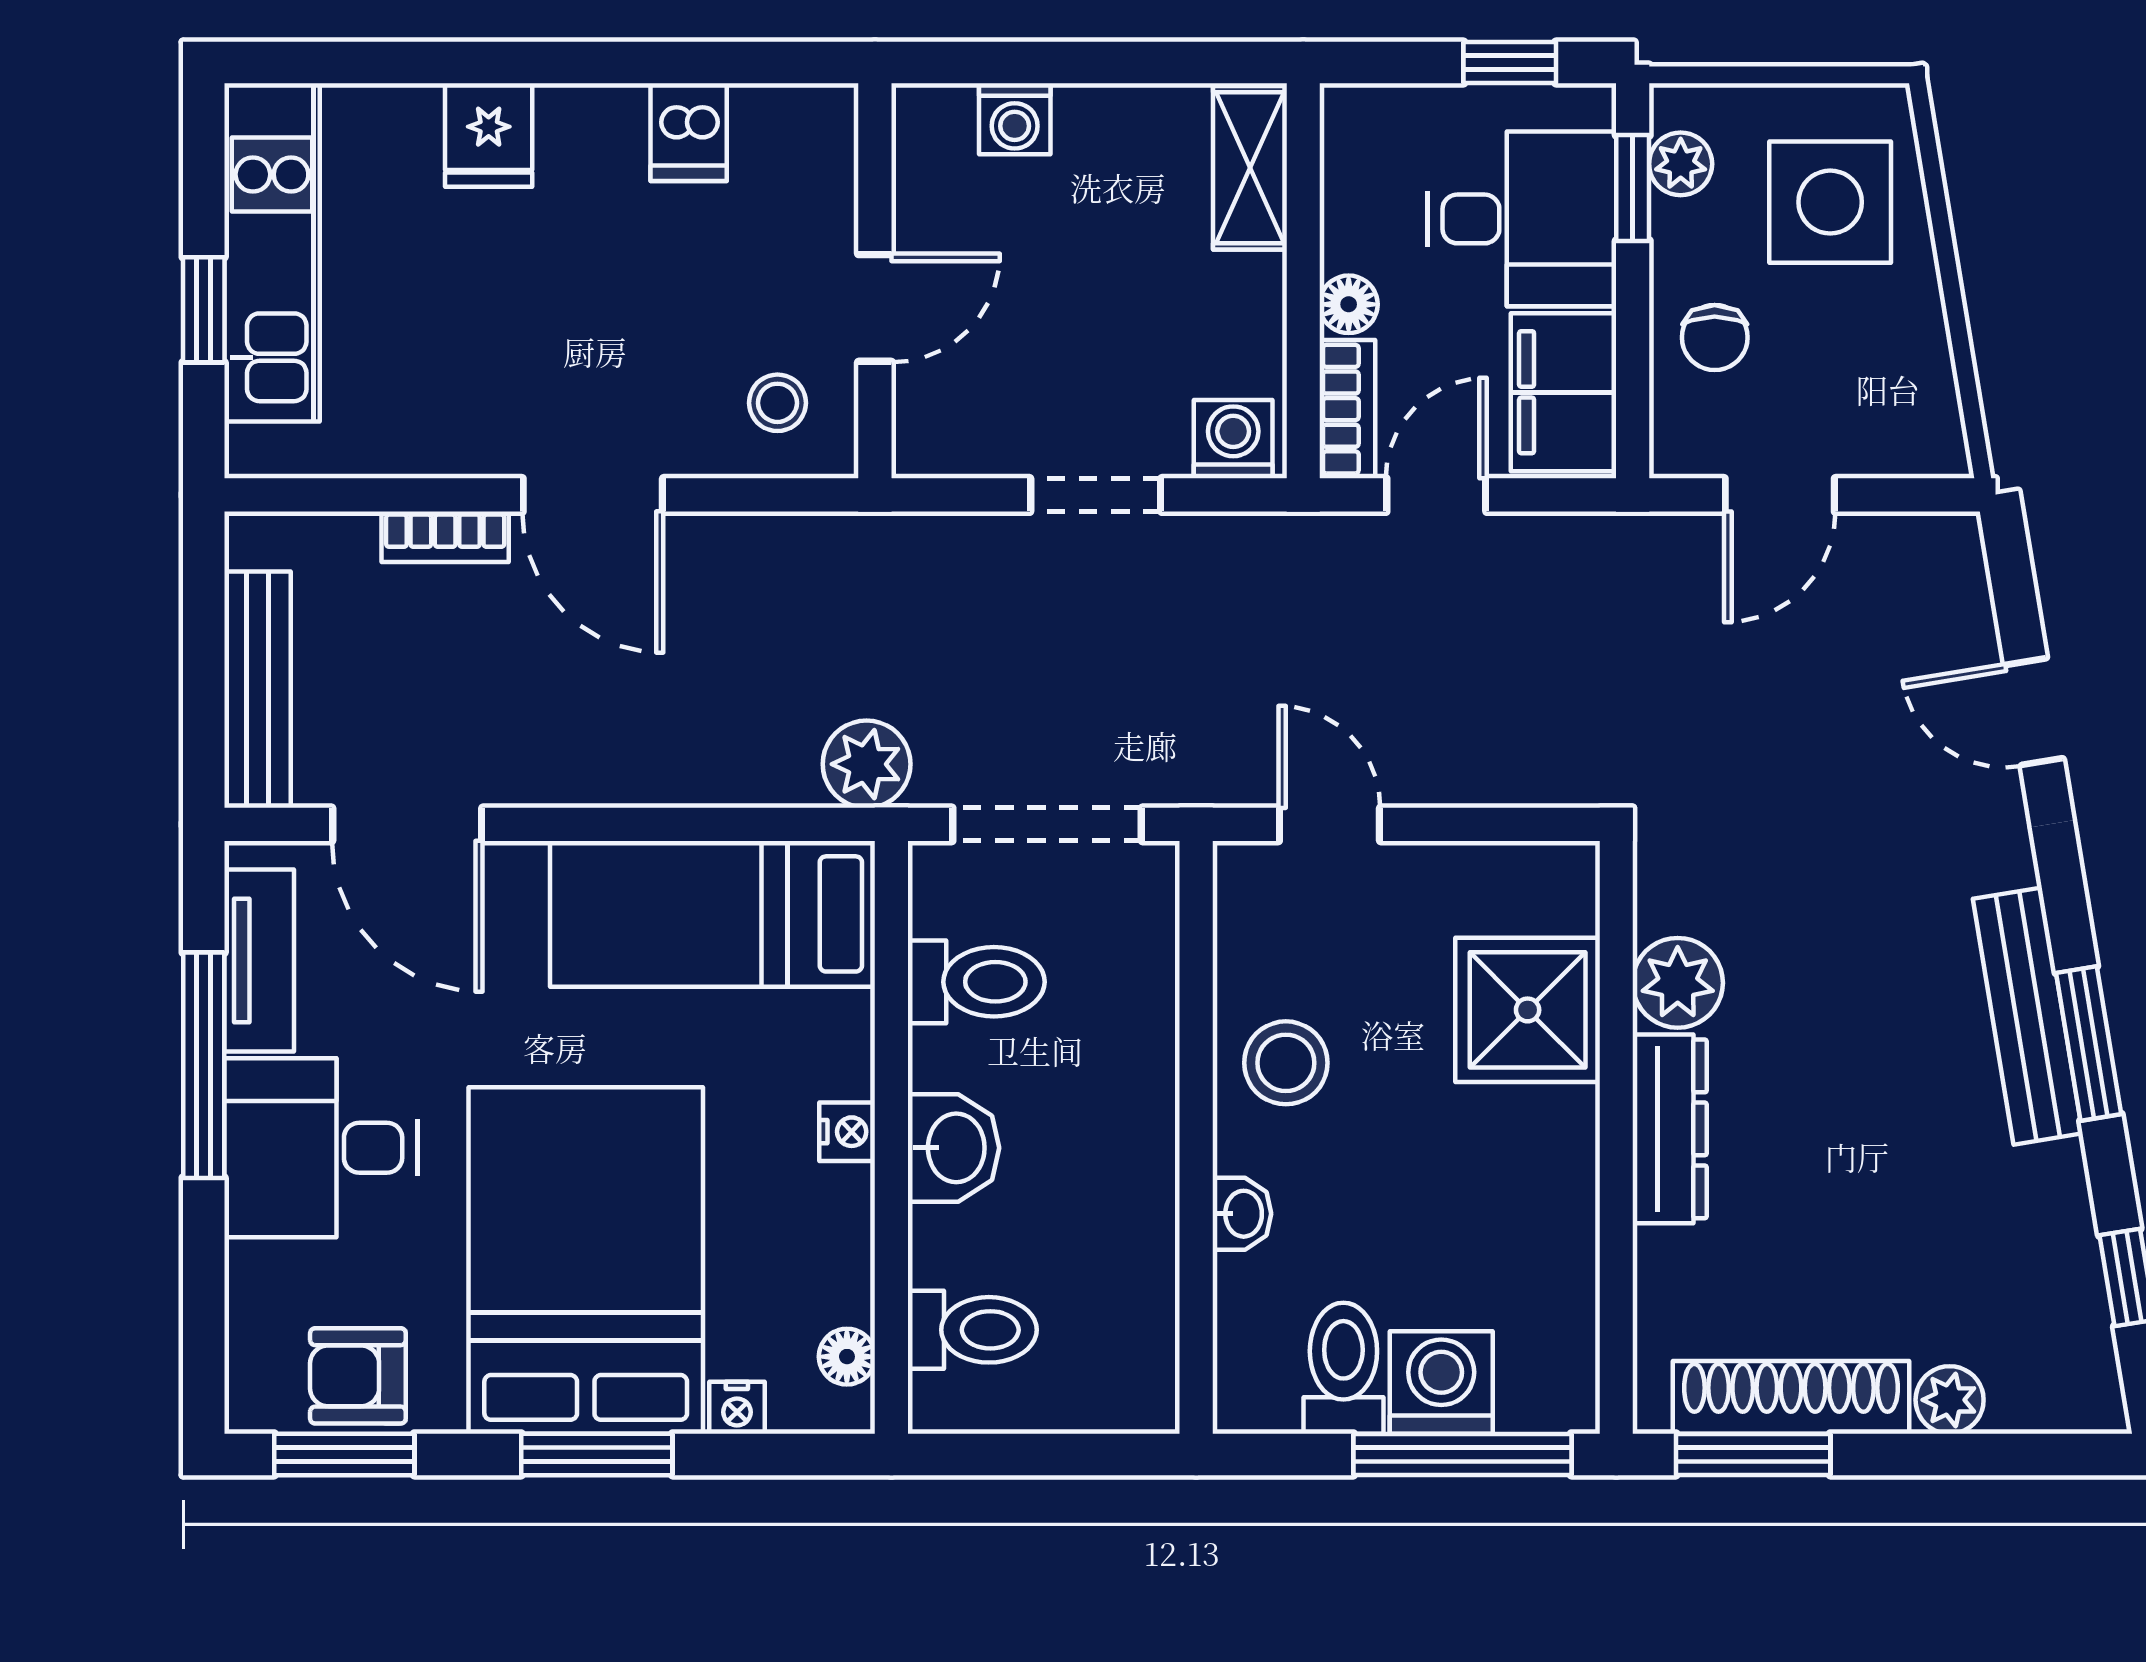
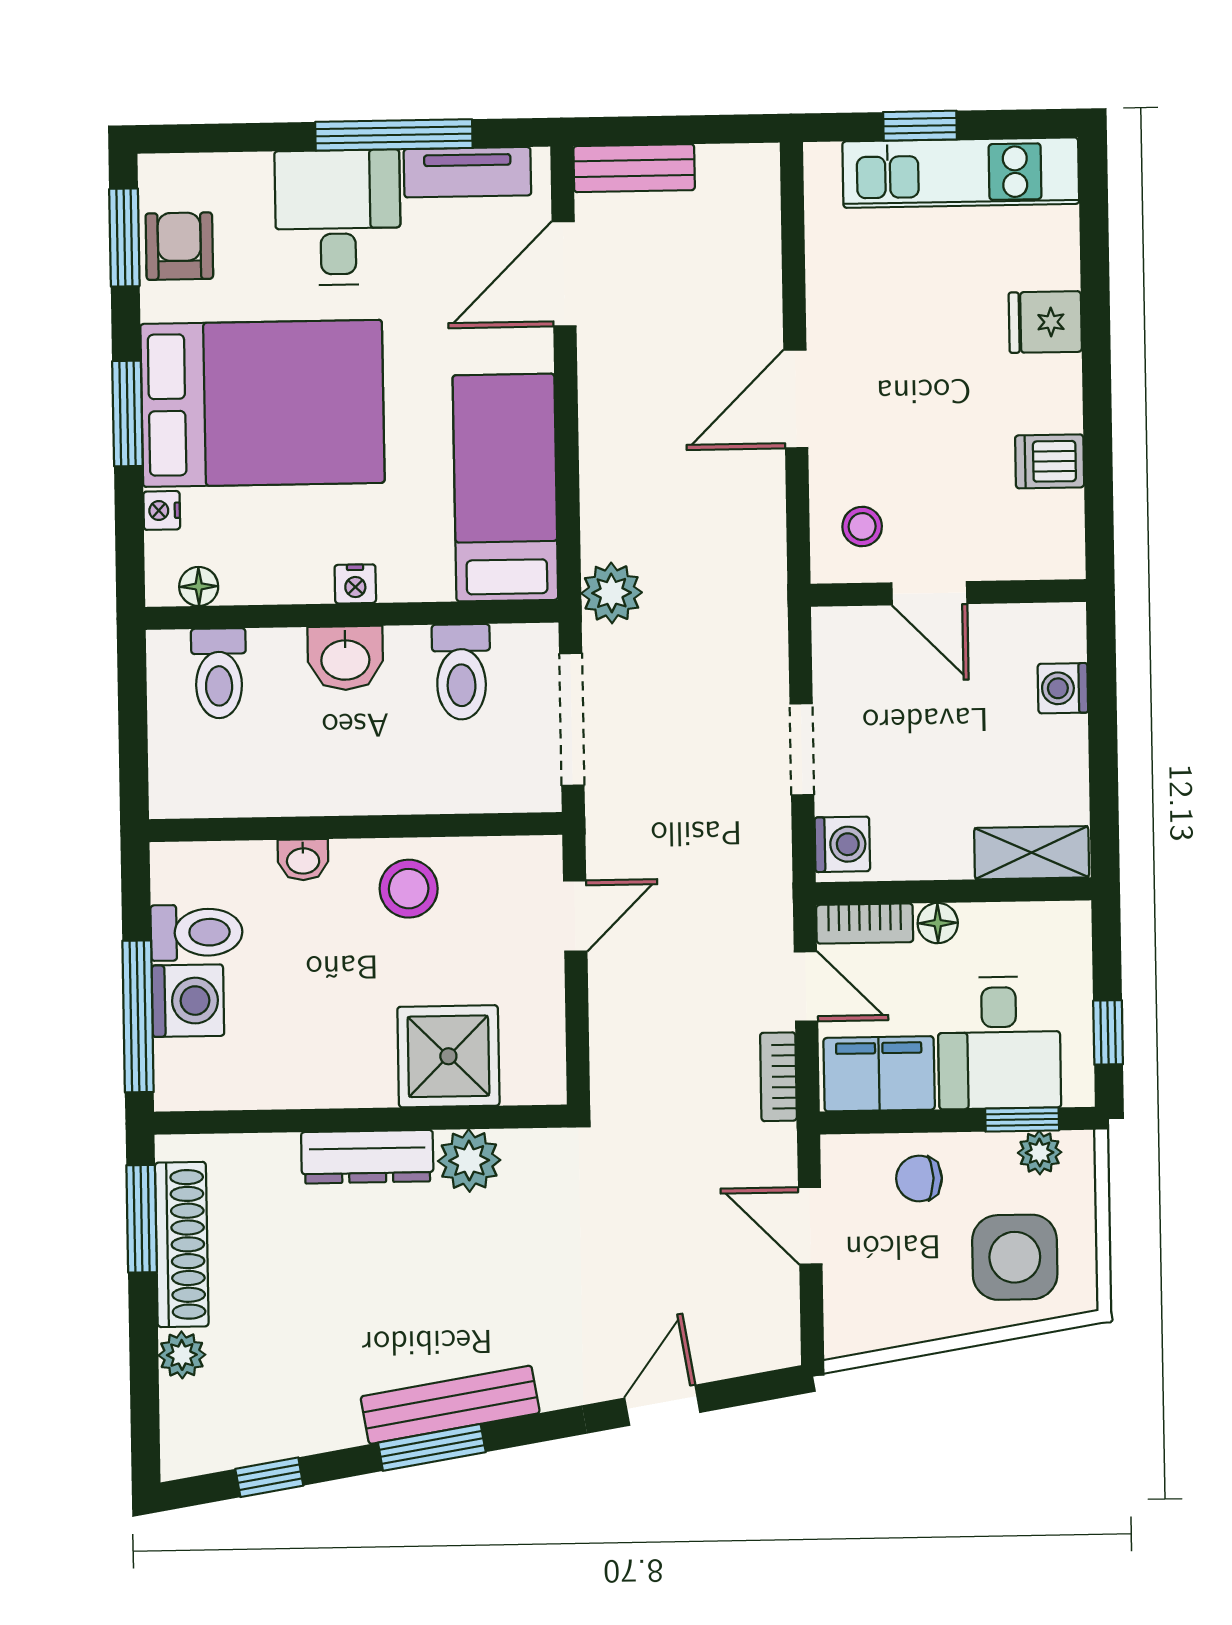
bookcase: (445, 537) -> (778, 1077), moved
bench: (257, 690) -> (634, 168), width x0.73

